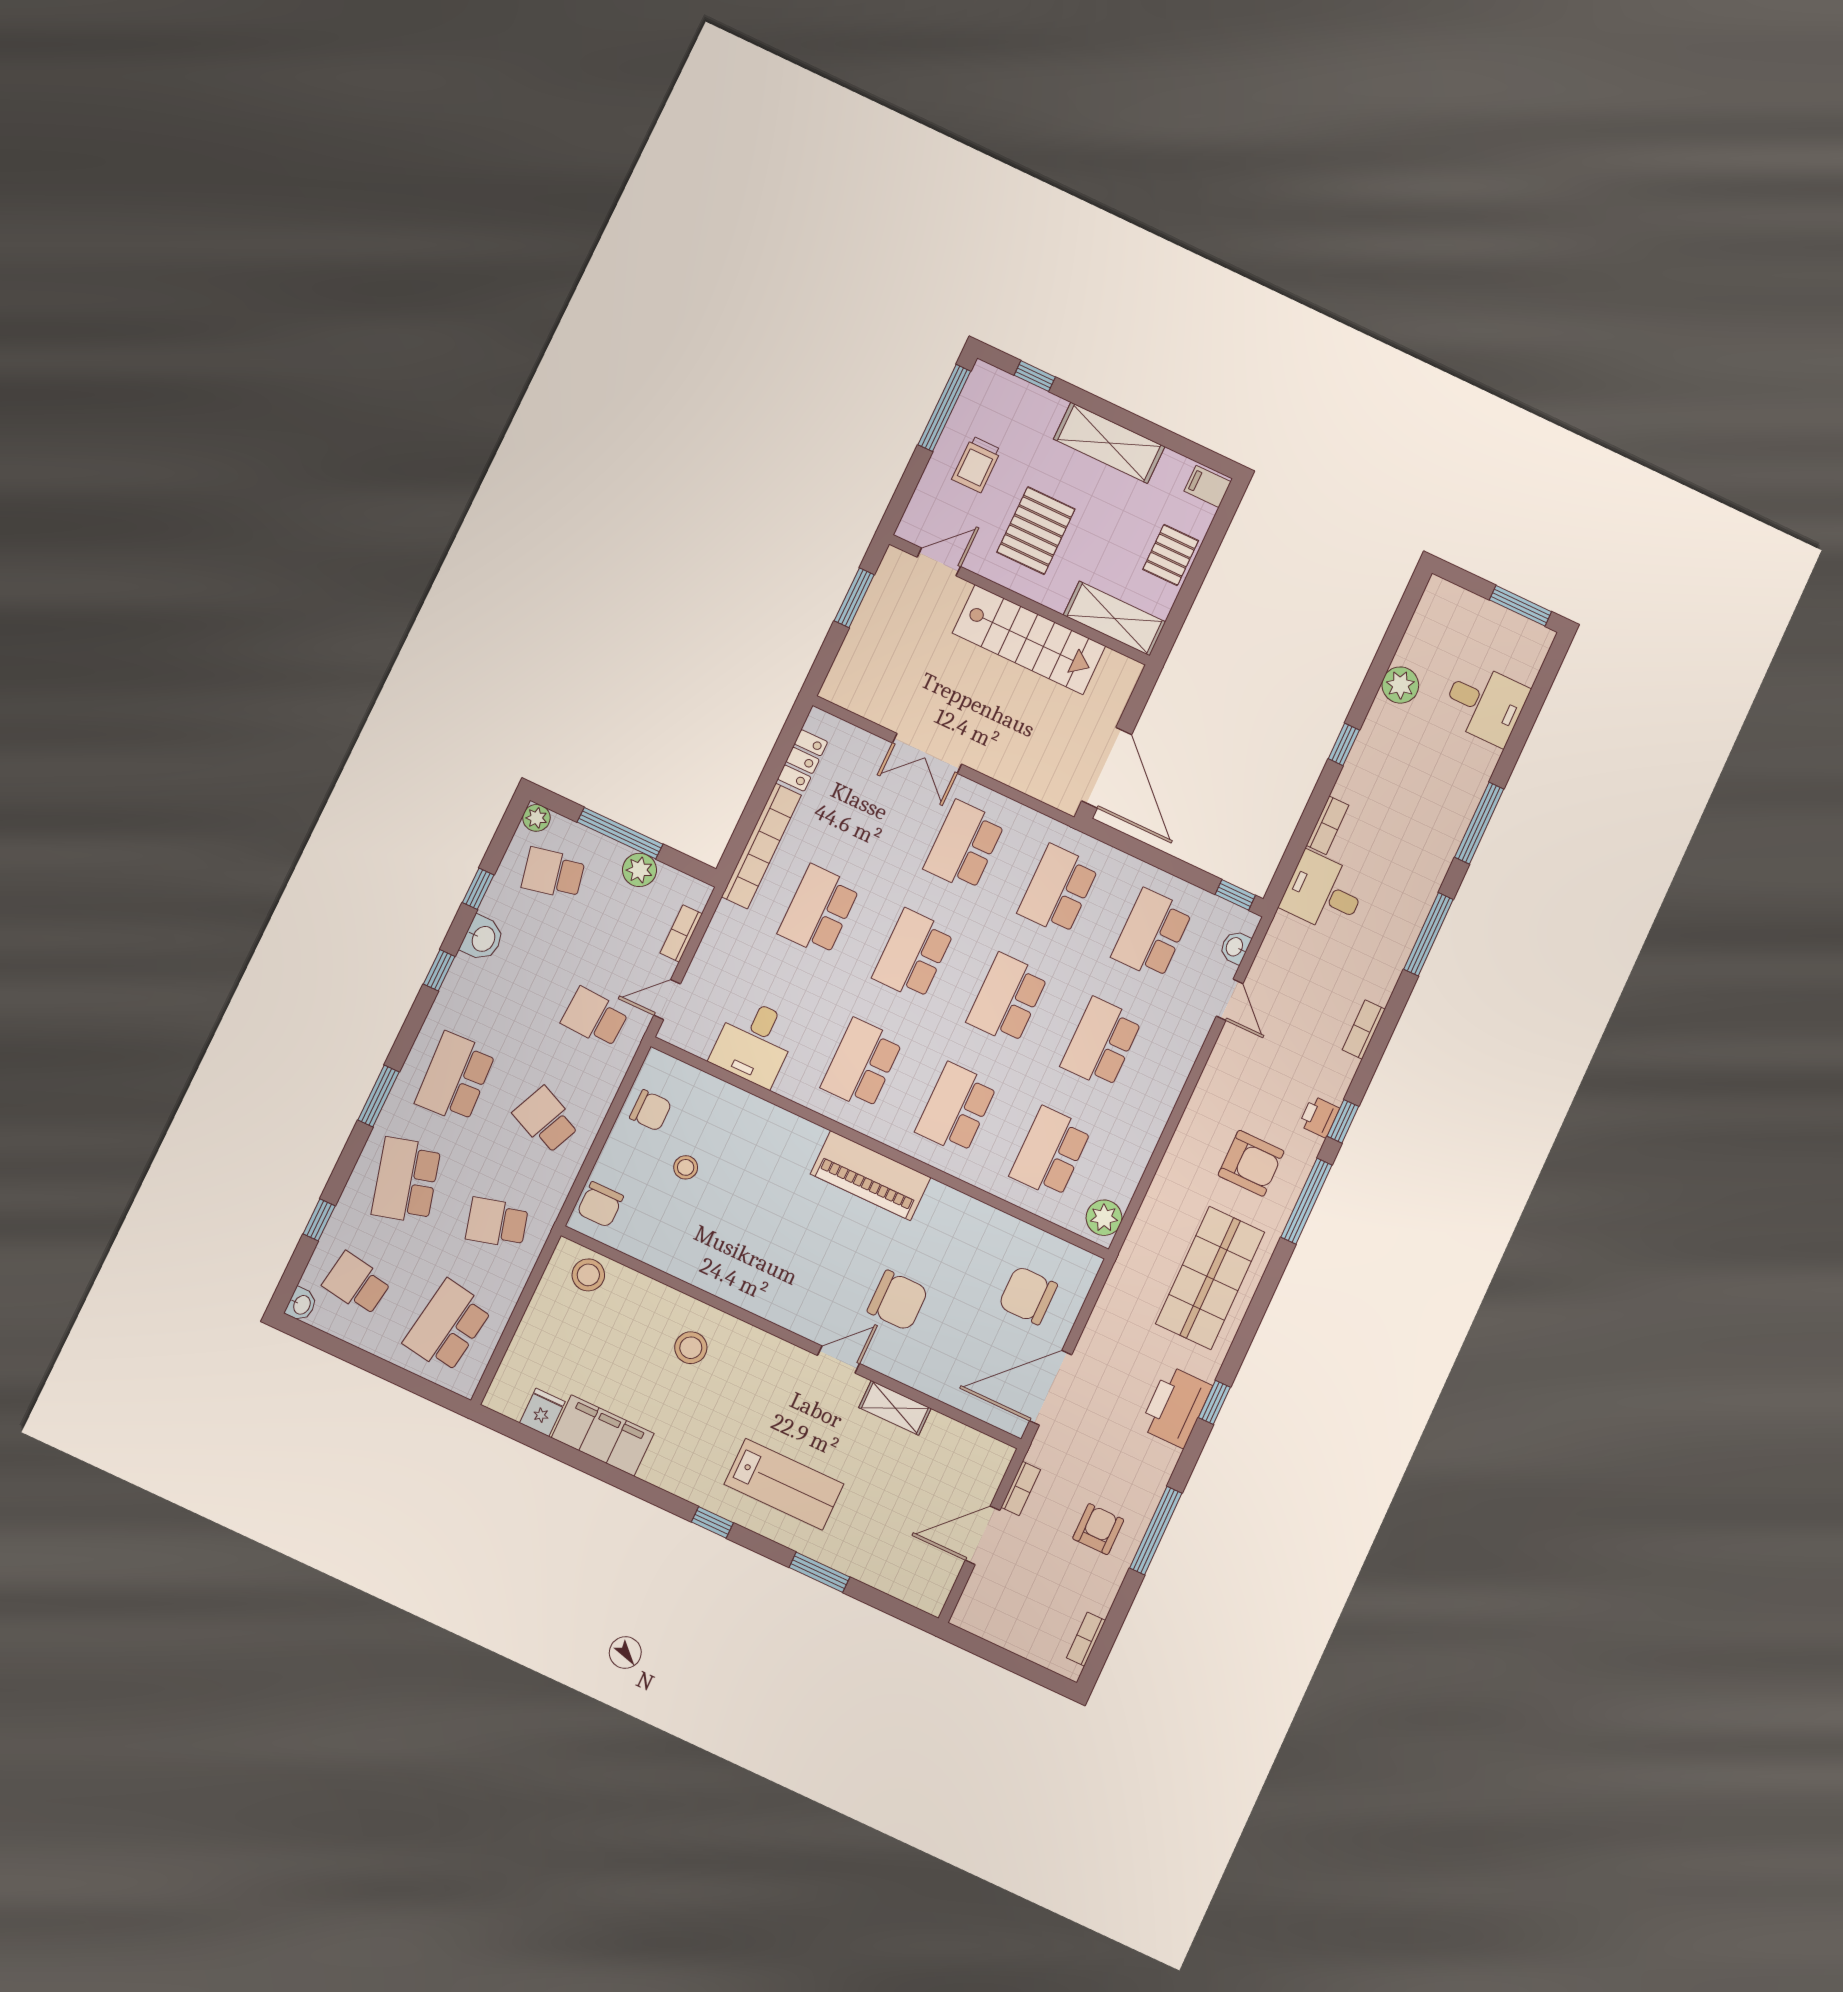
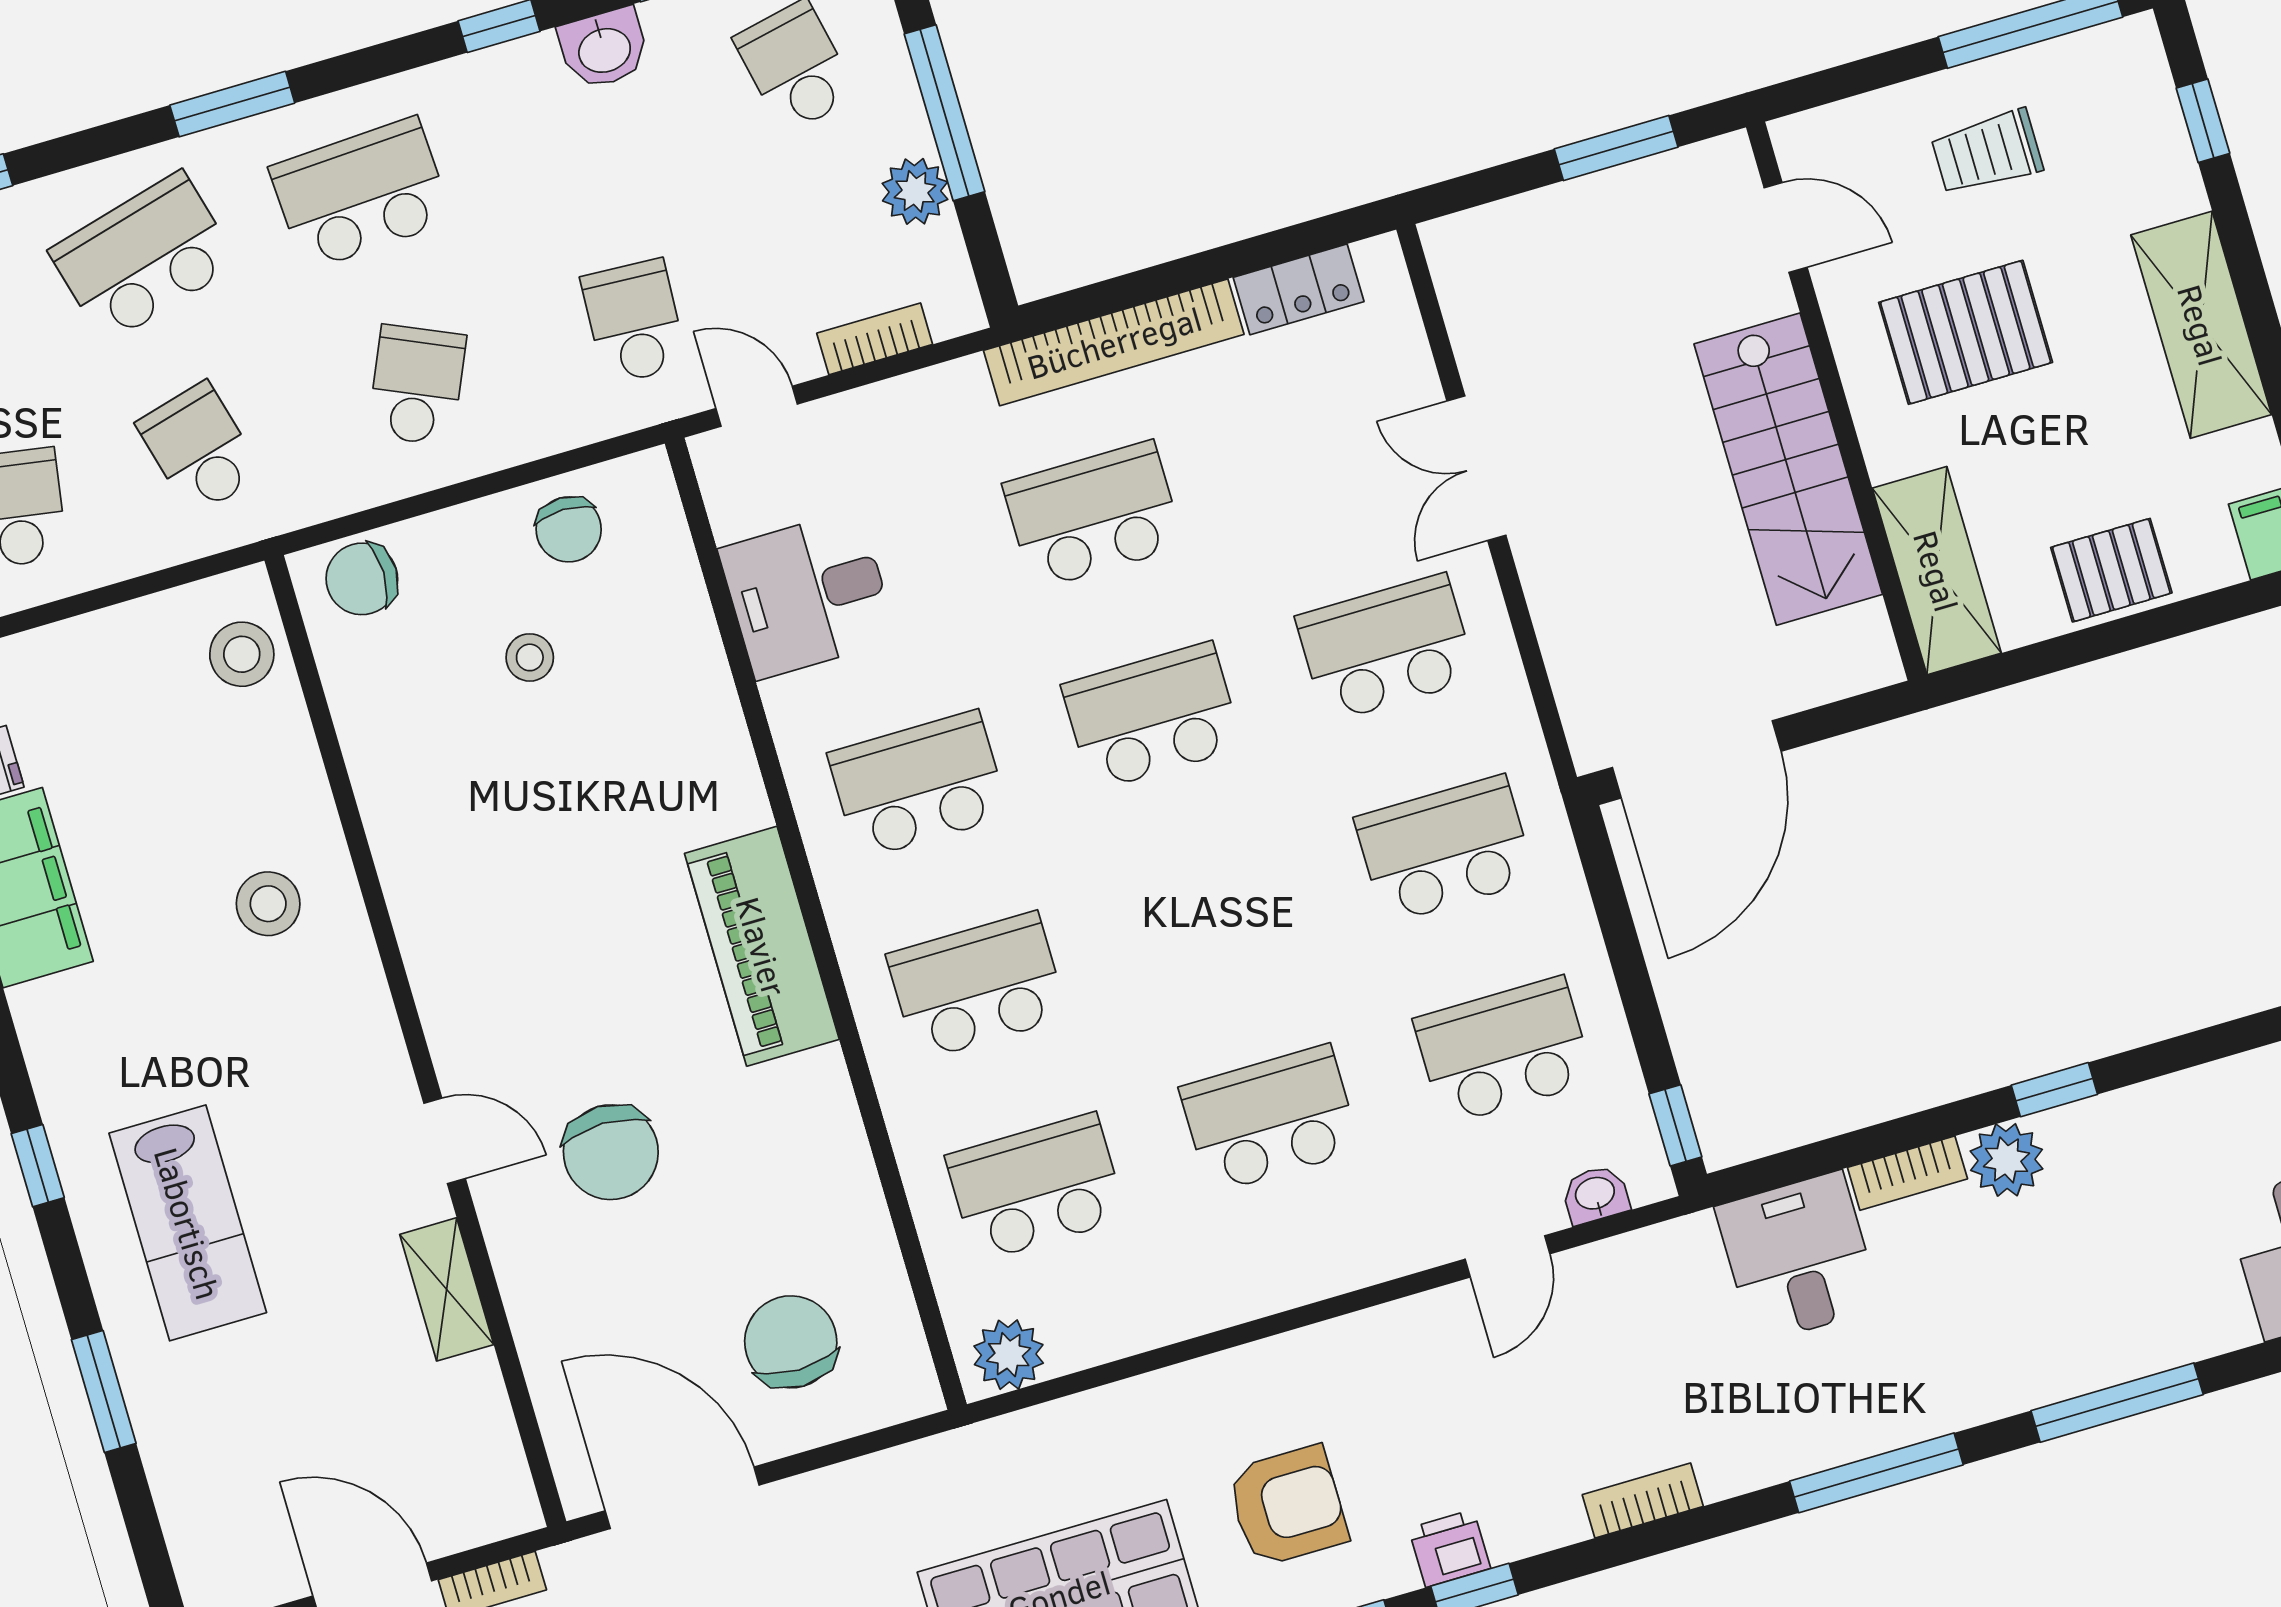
plant: (1400, 685) -> (2007, 1160), moved
school desk: (1007, 999) -> (1211, 918), removed
armchair: (1251, 1163) -> (1287, 1506), turned -90

